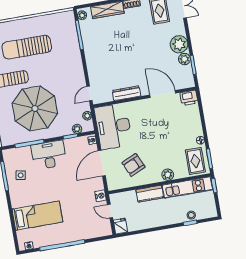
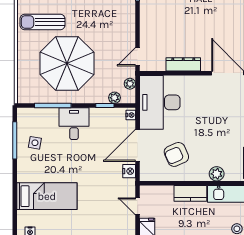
desk: (49, 155) -> (74, 124), width x0.73
nightstand: (101, 196) -> (129, 171), moved

